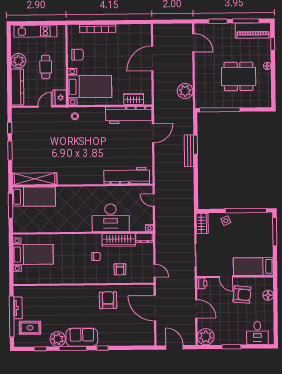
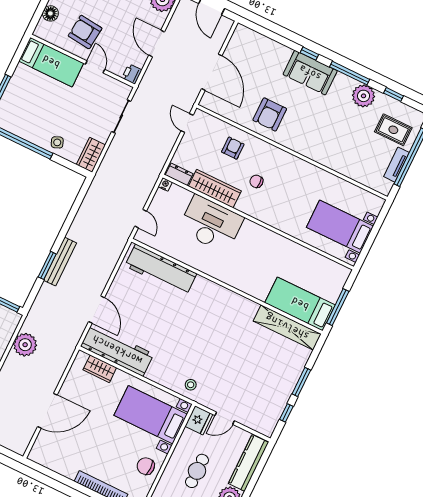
door: (153, 133) -> (96, 310), swing flipped
sofa: (82, 337) -> (310, 73), moved

